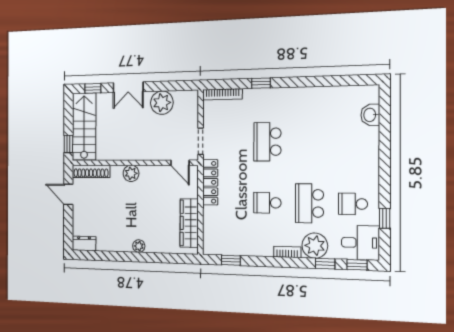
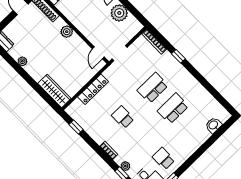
locker: (210, 182) -> (93, 89), moved
school desk: (309, 203) -> (173, 108), moved
wardrobe: (189, 223) -> (54, 91), moved, turned 90
plant: (139, 246) -> (22, 61), moved
plant: (315, 246) -> (125, 166), width x0.53, depth x0.53

